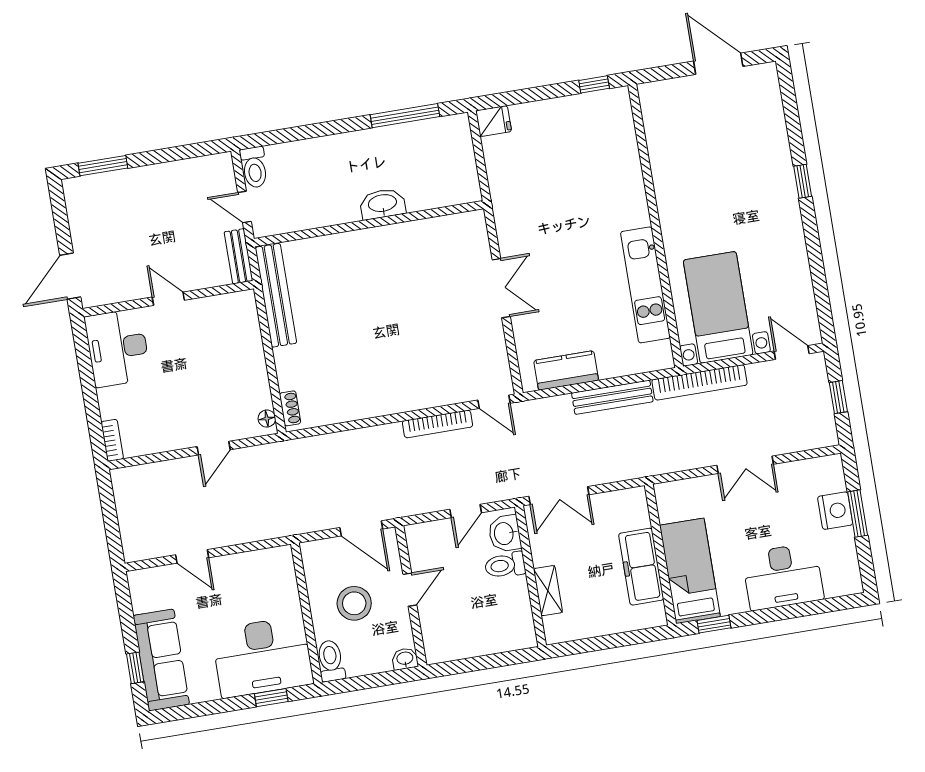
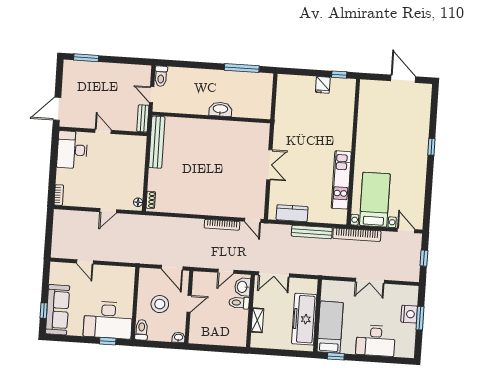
fridge: (494, 121) -> (323, 85), moved, turned 90
freezer: (641, 567) -> (304, 319), width x1.36, depth x1.26

